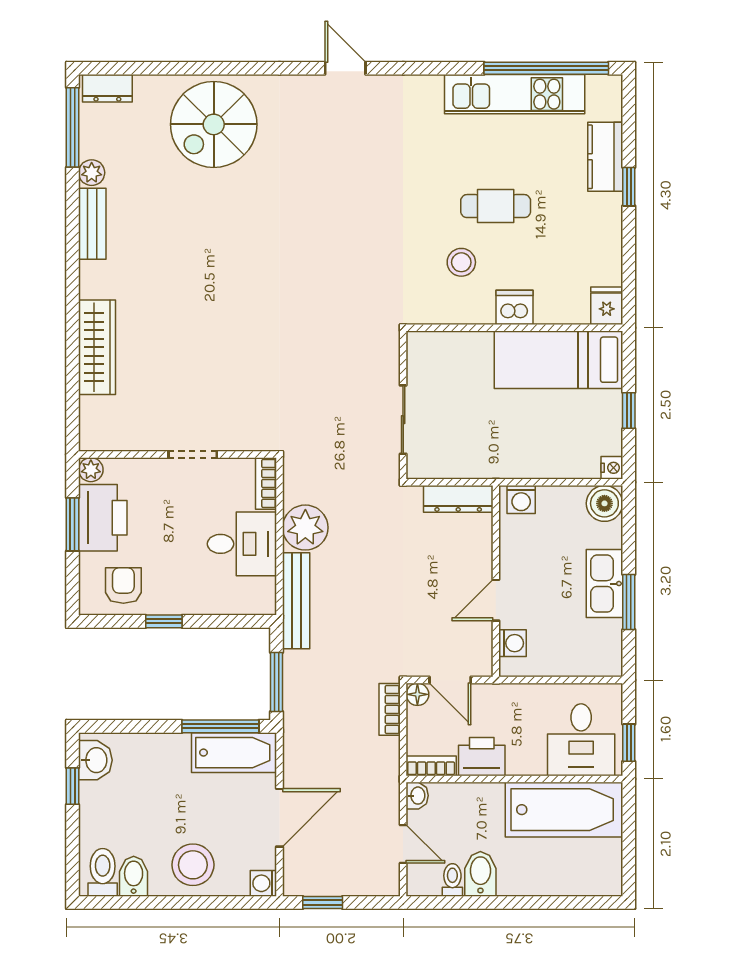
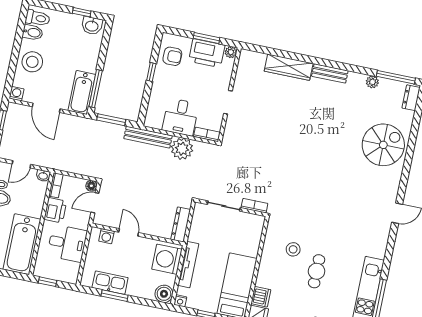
spiral stairs: (214, 124) -> (383, 145), turned 90
bench: (92, 224) -> (330, 73), moved
dishwasher: (514, 307) -> (261, 297), moved
tv unit: (536, 467) -> (188, 265), added
washing machine: (521, 499) -> (167, 259), width x1.89, depth x1.89
kitchen sink: (605, 584) -> (110, 283), moved
bookcase: (390, 709) -> (254, 206), moved
desk: (581, 740) -> (67, 243), moved, turned 180

